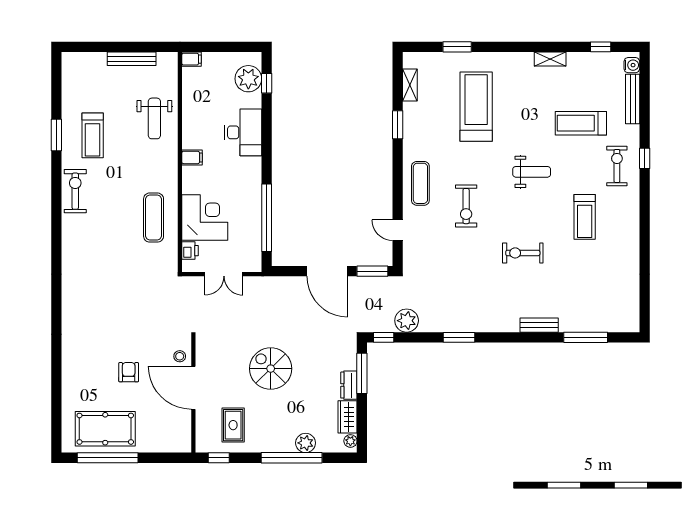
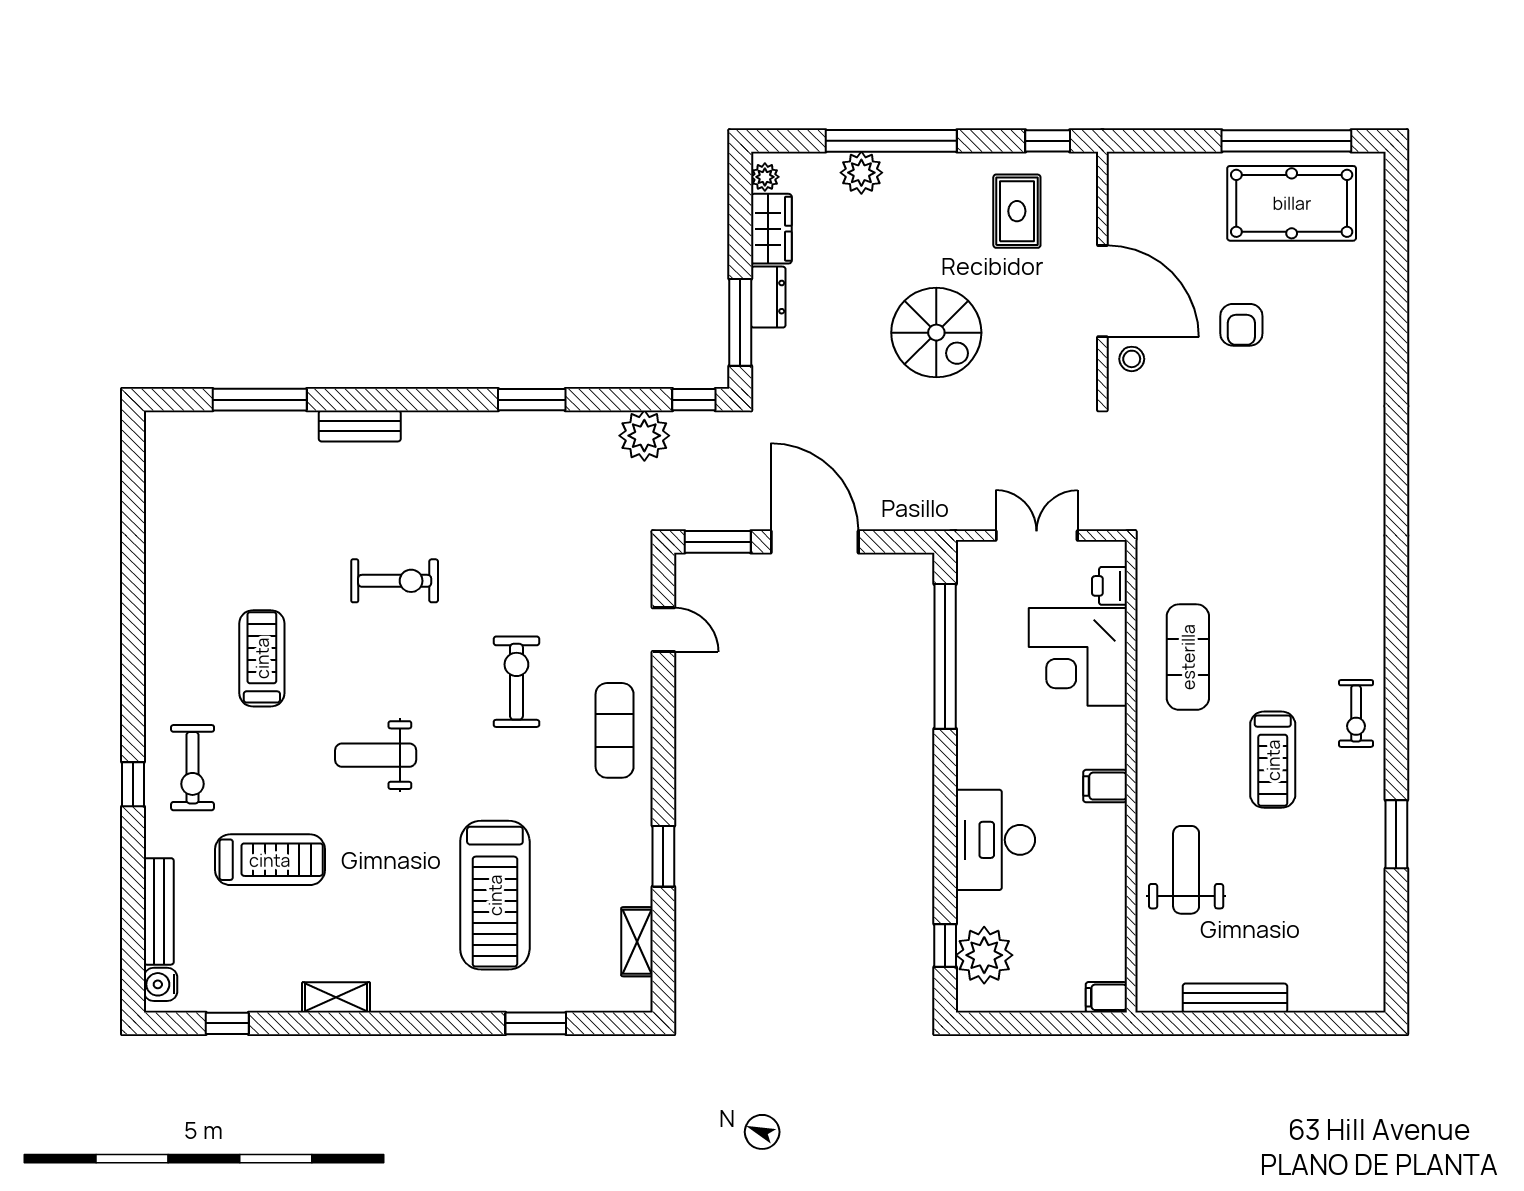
treadmill: (93, 135) -> (1273, 760), moved, turned 180
exercise bike: (75, 191) -> (1356, 714), width x0.73, depth x0.72

